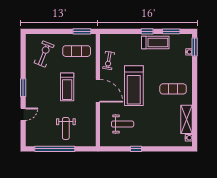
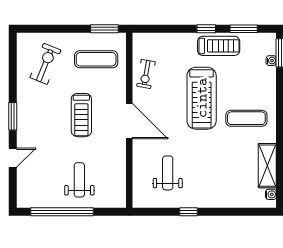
treadmill: (134, 86) -> (202, 98), moved
weight bench: (123, 124) -> (168, 173), turned -90
weight bench: (66, 128) -> (79, 180), turned 180

